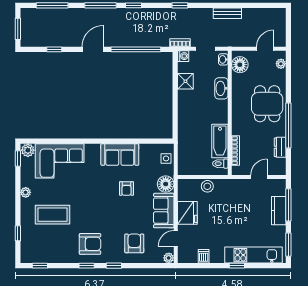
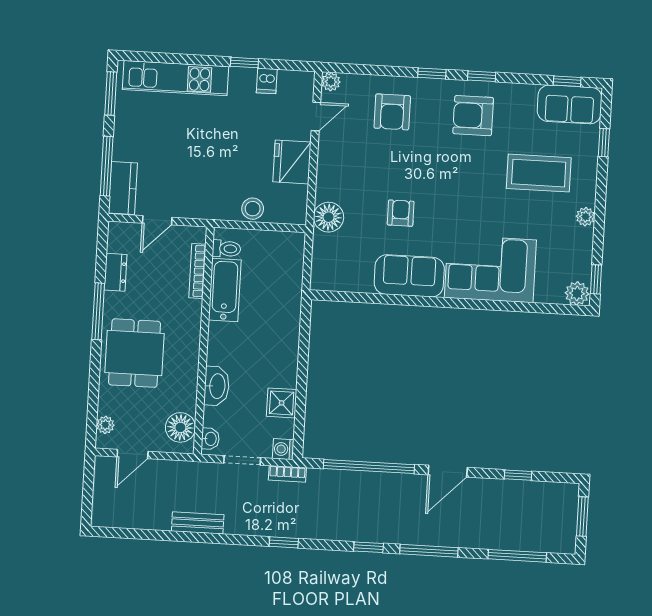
window: (288, 125) -> (98, 311), width x0.68
side table: (166, 158) -> (325, 264), removed
corner sofa: (60, 161) -> (490, 269), moved
sofa: (164, 211) -> (570, 104), moved, turned 90
kitchen counter: (279, 211) -> (123, 188), moved
window: (237, 266) -> (244, 63), moved

